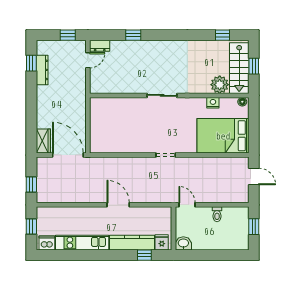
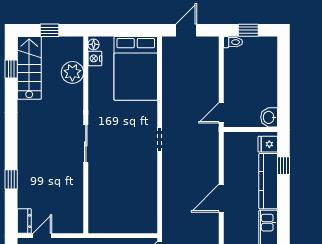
door: (88, 60) -> (42, 236), hinge flipped
stairs: (239, 68) -> (29, 68), moved, turned -90
nightstand: (213, 103) -> (95, 58), moved
toilet: (217, 214) -> (233, 42), moved

